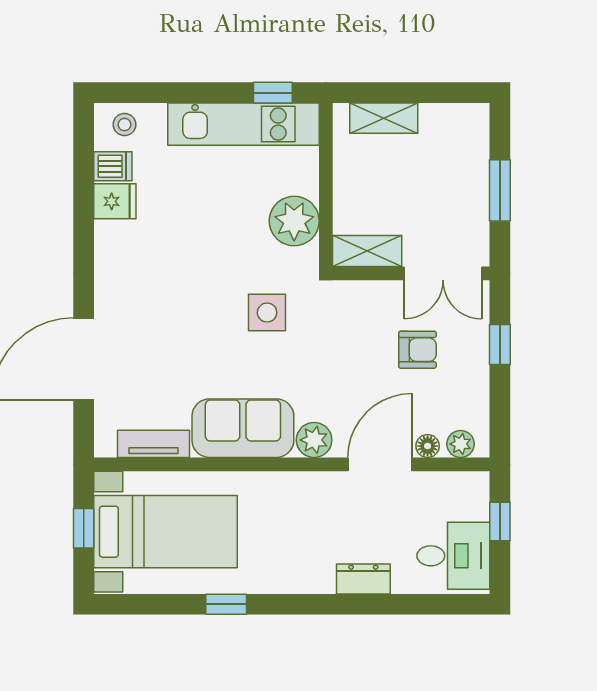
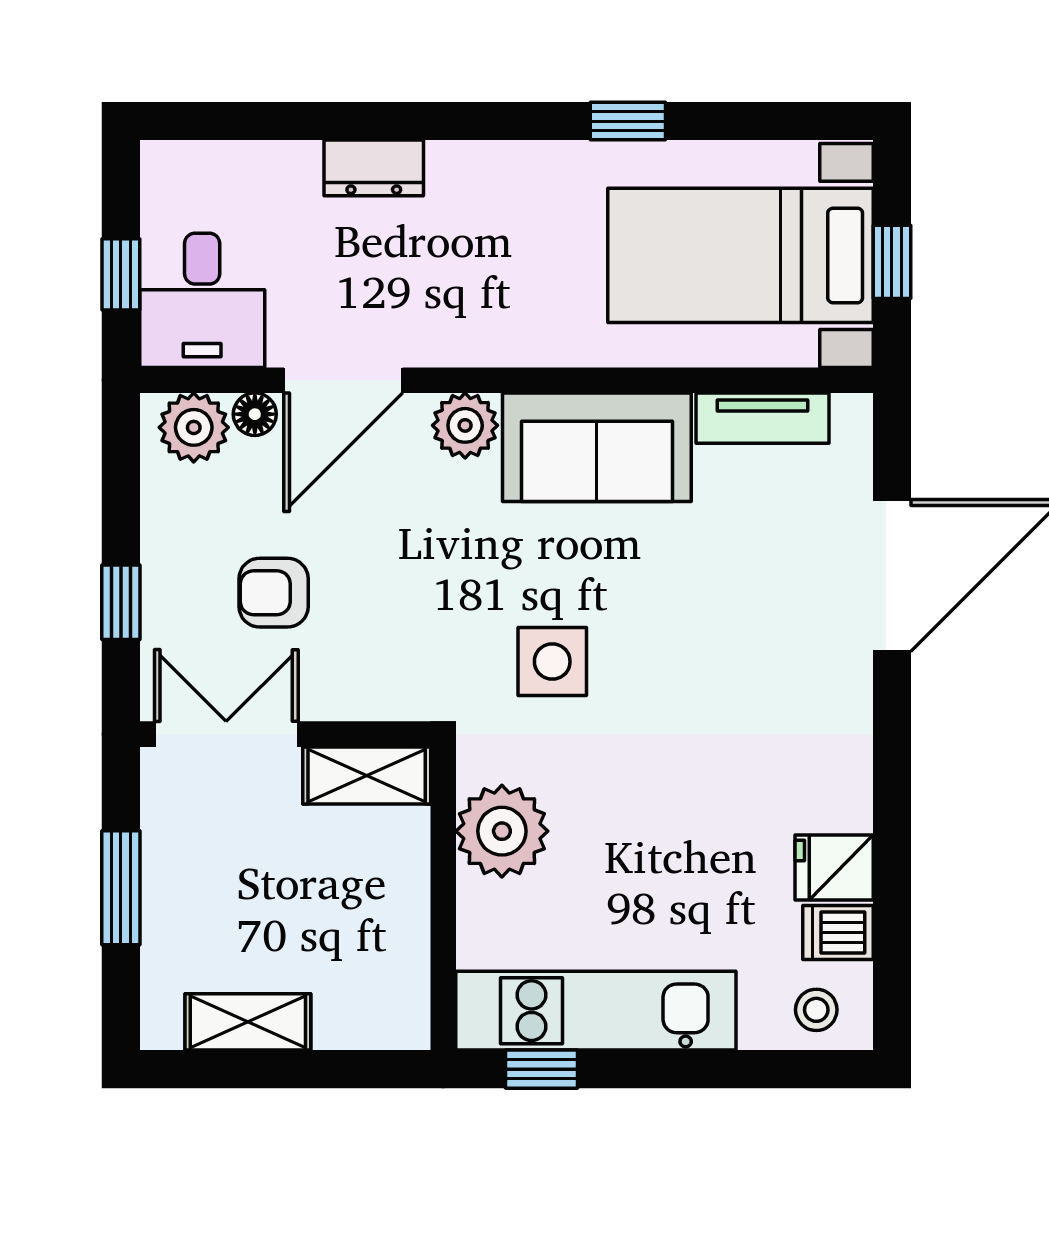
shelving: (384, 118) -> (248, 1022), moved
plant: (461, 444) -> (194, 427), width x1.38, depth x1.38
desk: (453, 556) -> (202, 300), moved, turned -90

